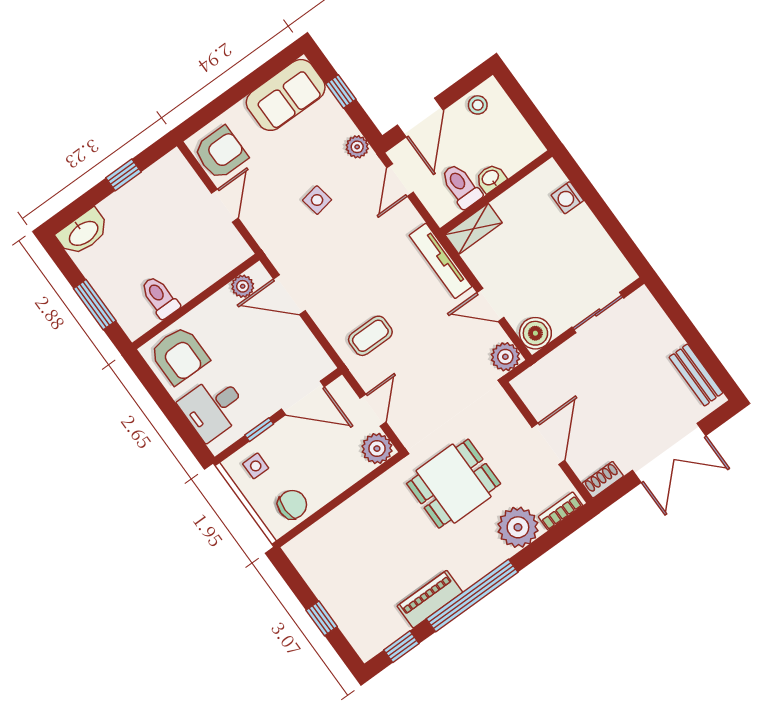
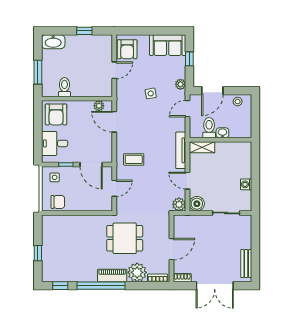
armchair: (221, 153) -> (127, 49), turned 90
washing machine: (567, 198) -> (246, 184), moved
plant: (377, 449) -> (105, 204), removed
piano: (430, 599) -> (112, 276), moved

